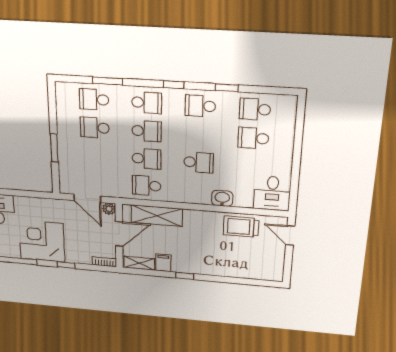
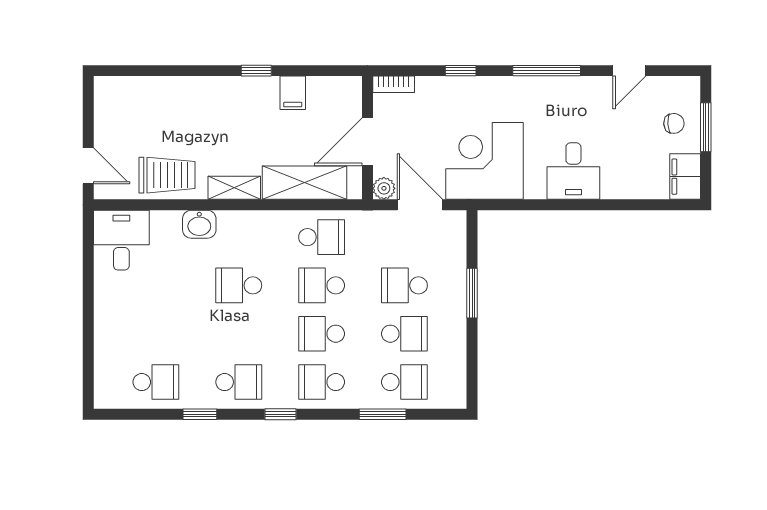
school desk: (253, 138) -> (404, 285), moved, turned 180
corner desk: (42, 241) -> (485, 161), moved, turned 180
shelving: (139, 263) -> (234, 188), moved

